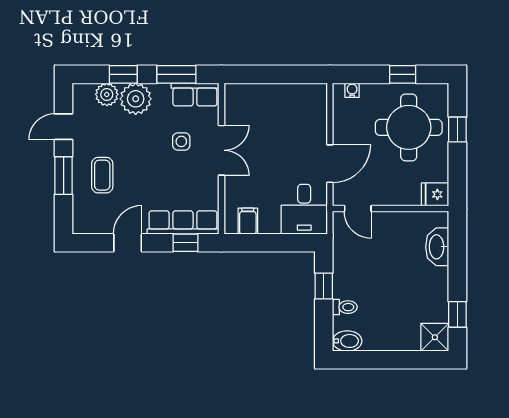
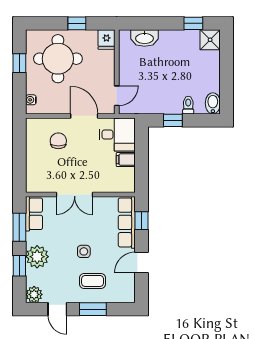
plant: (107, 94) -> (34, 294), moved
chair: (295, 128) -> (58, 141), added
window: (457, 129) -> (77, 23), moved
side table: (181, 141) -> (84, 251), moved
double door: (221, 150) -> (75, 195), swing flipped
filing cabinet: (248, 221) -> (126, 160), moved
door: (128, 243) -> (142, 263), hinge flipped

